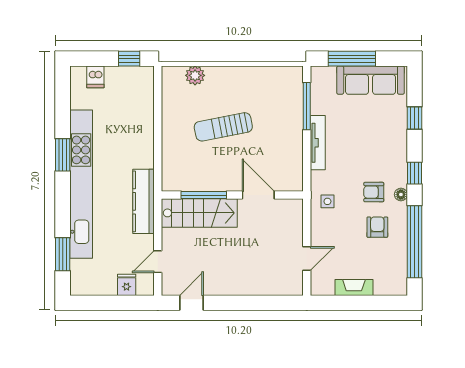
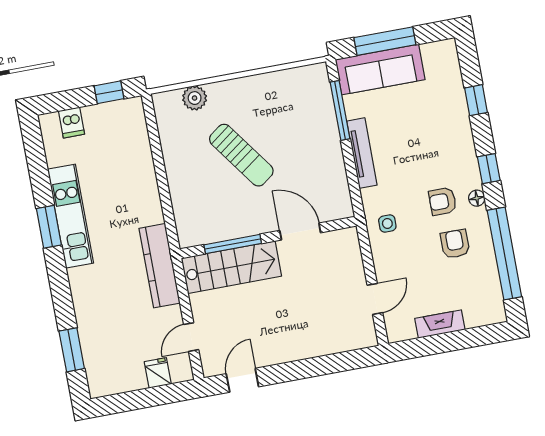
sofa: (371, 80) -> (380, 70), moved
sun lounger: (223, 127) -> (241, 155), turned -115
kitchen unit: (81, 184) -> (70, 216), width x0.54

